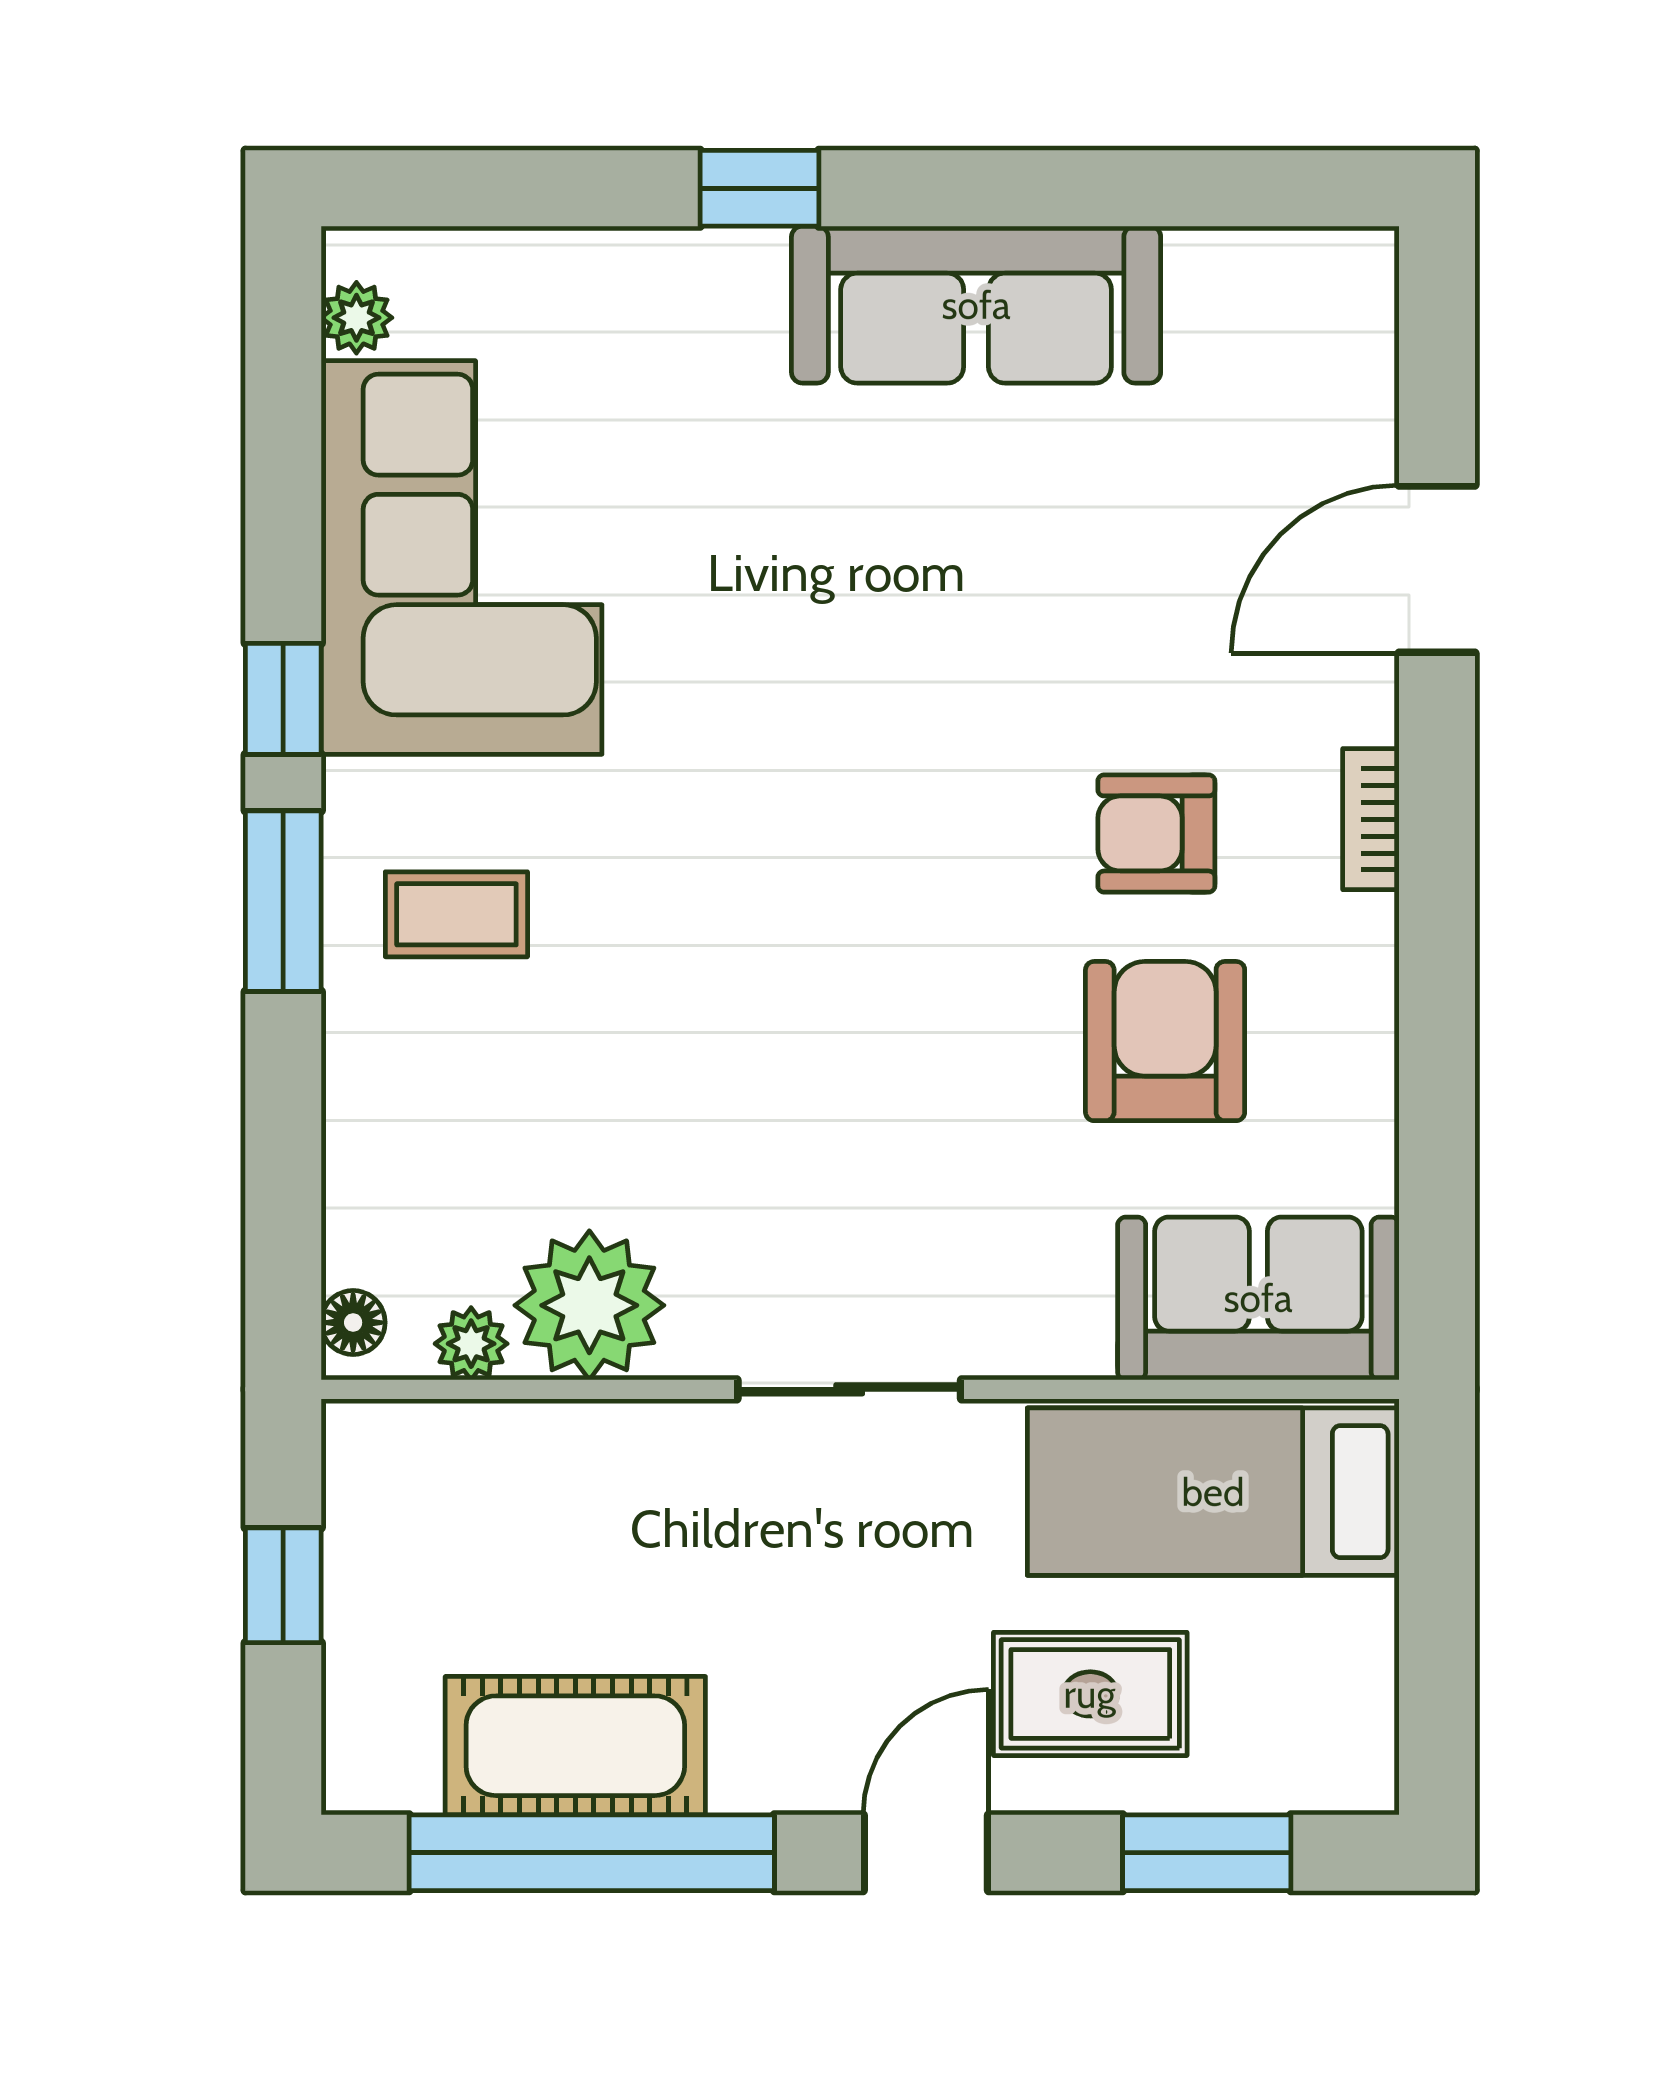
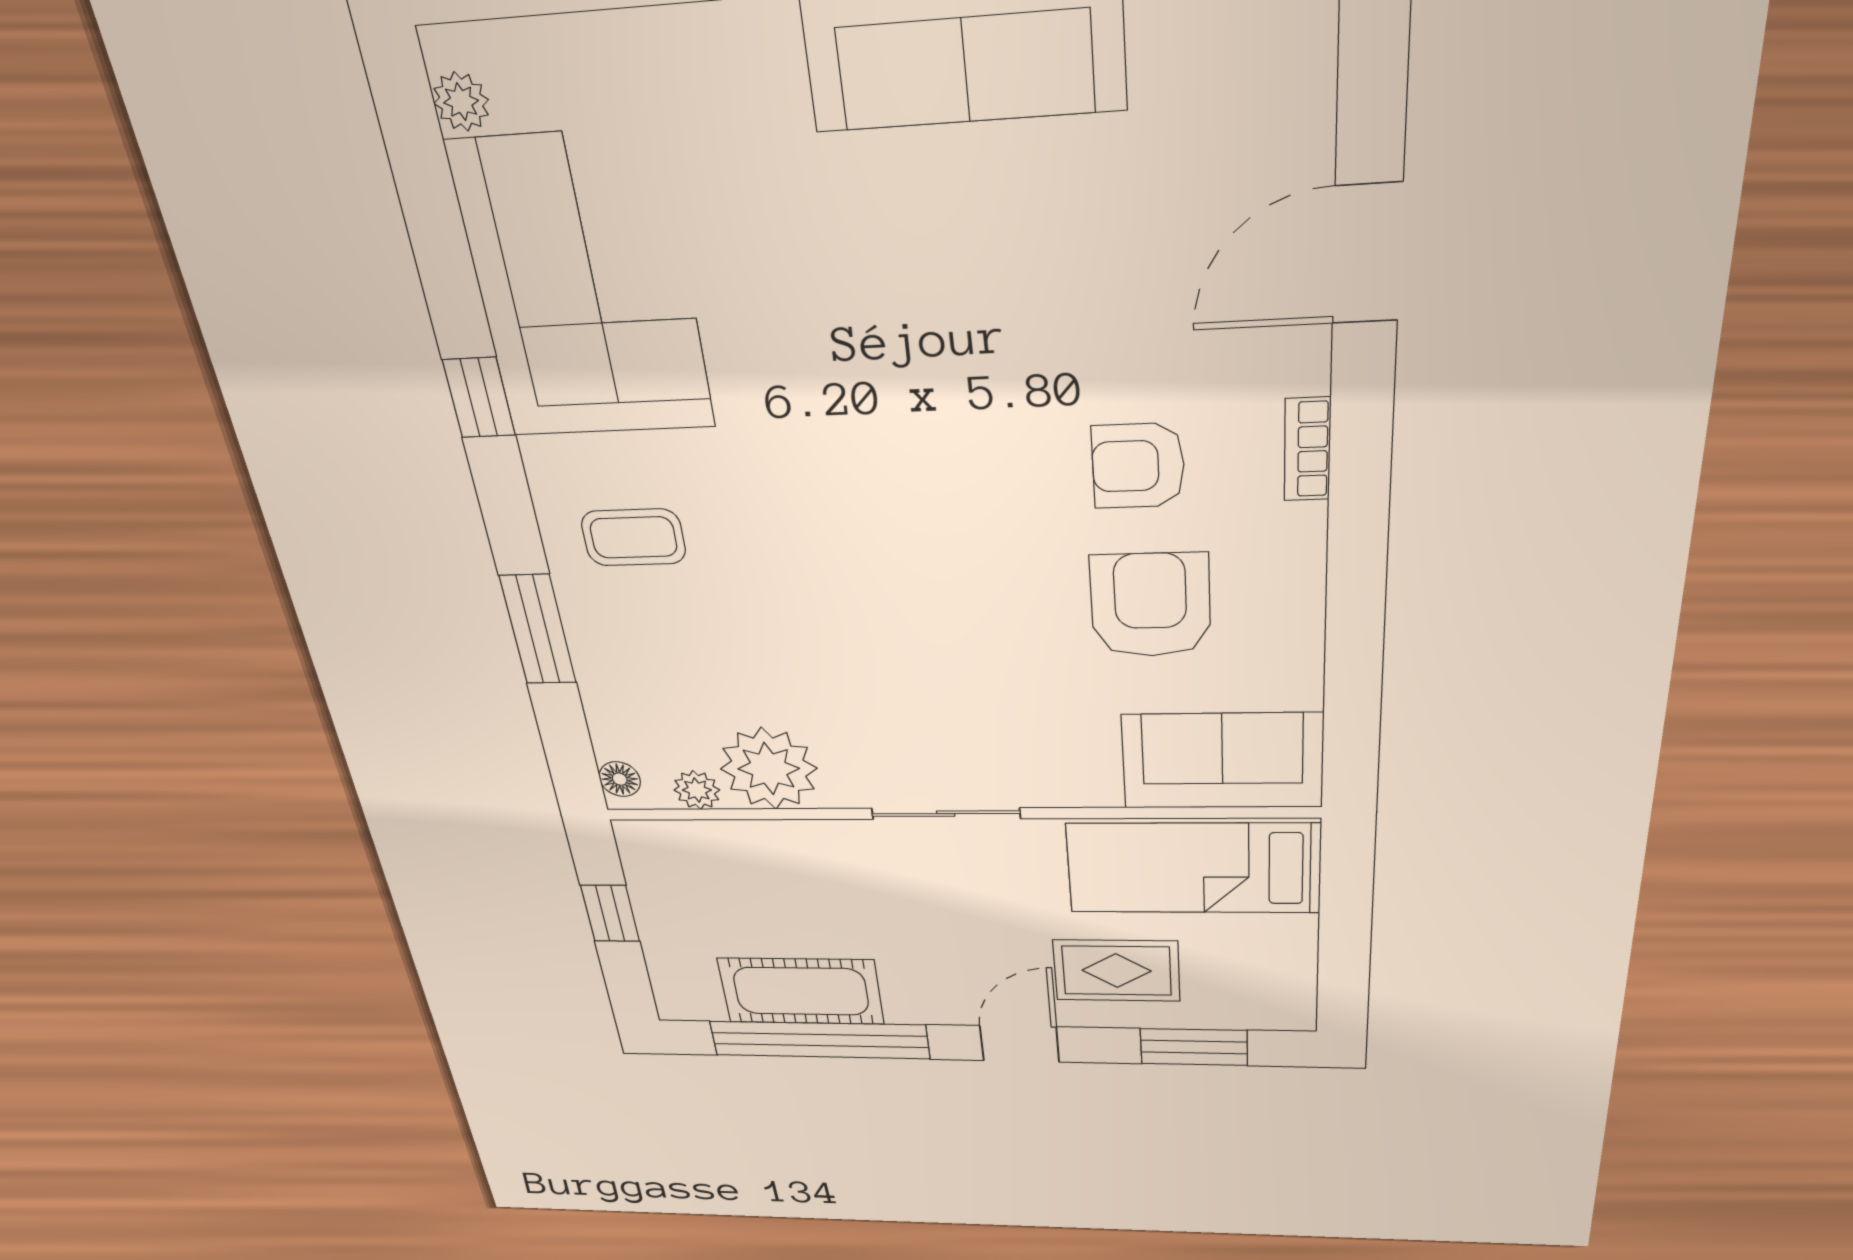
window: (283, 901) -> (538, 630), moved

